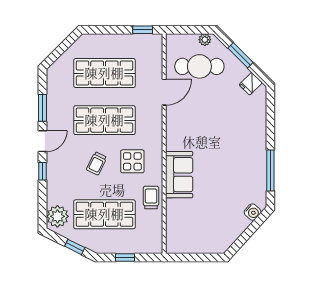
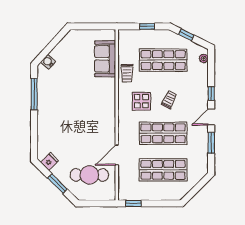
plant: (205, 40) -> (85, 196), removed
sofa: (179, 175) -> (105, 59), moved
plant: (57, 216) -> (204, 58), width x0.53, depth x0.53

